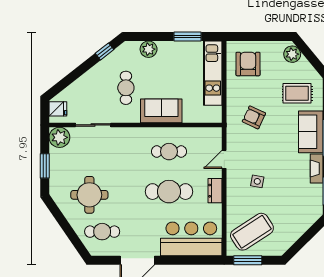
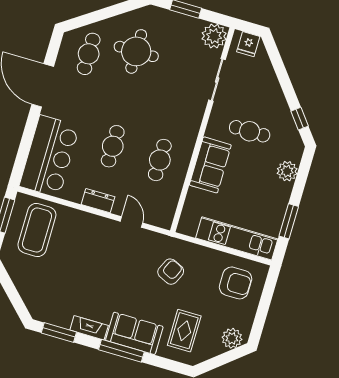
side table: (257, 181) -> (94, 254), removed
cafe table: (169, 192) -> (113, 146), width x0.73, depth x0.74
coffee table: (252, 232) -> (37, 230), turned 33

